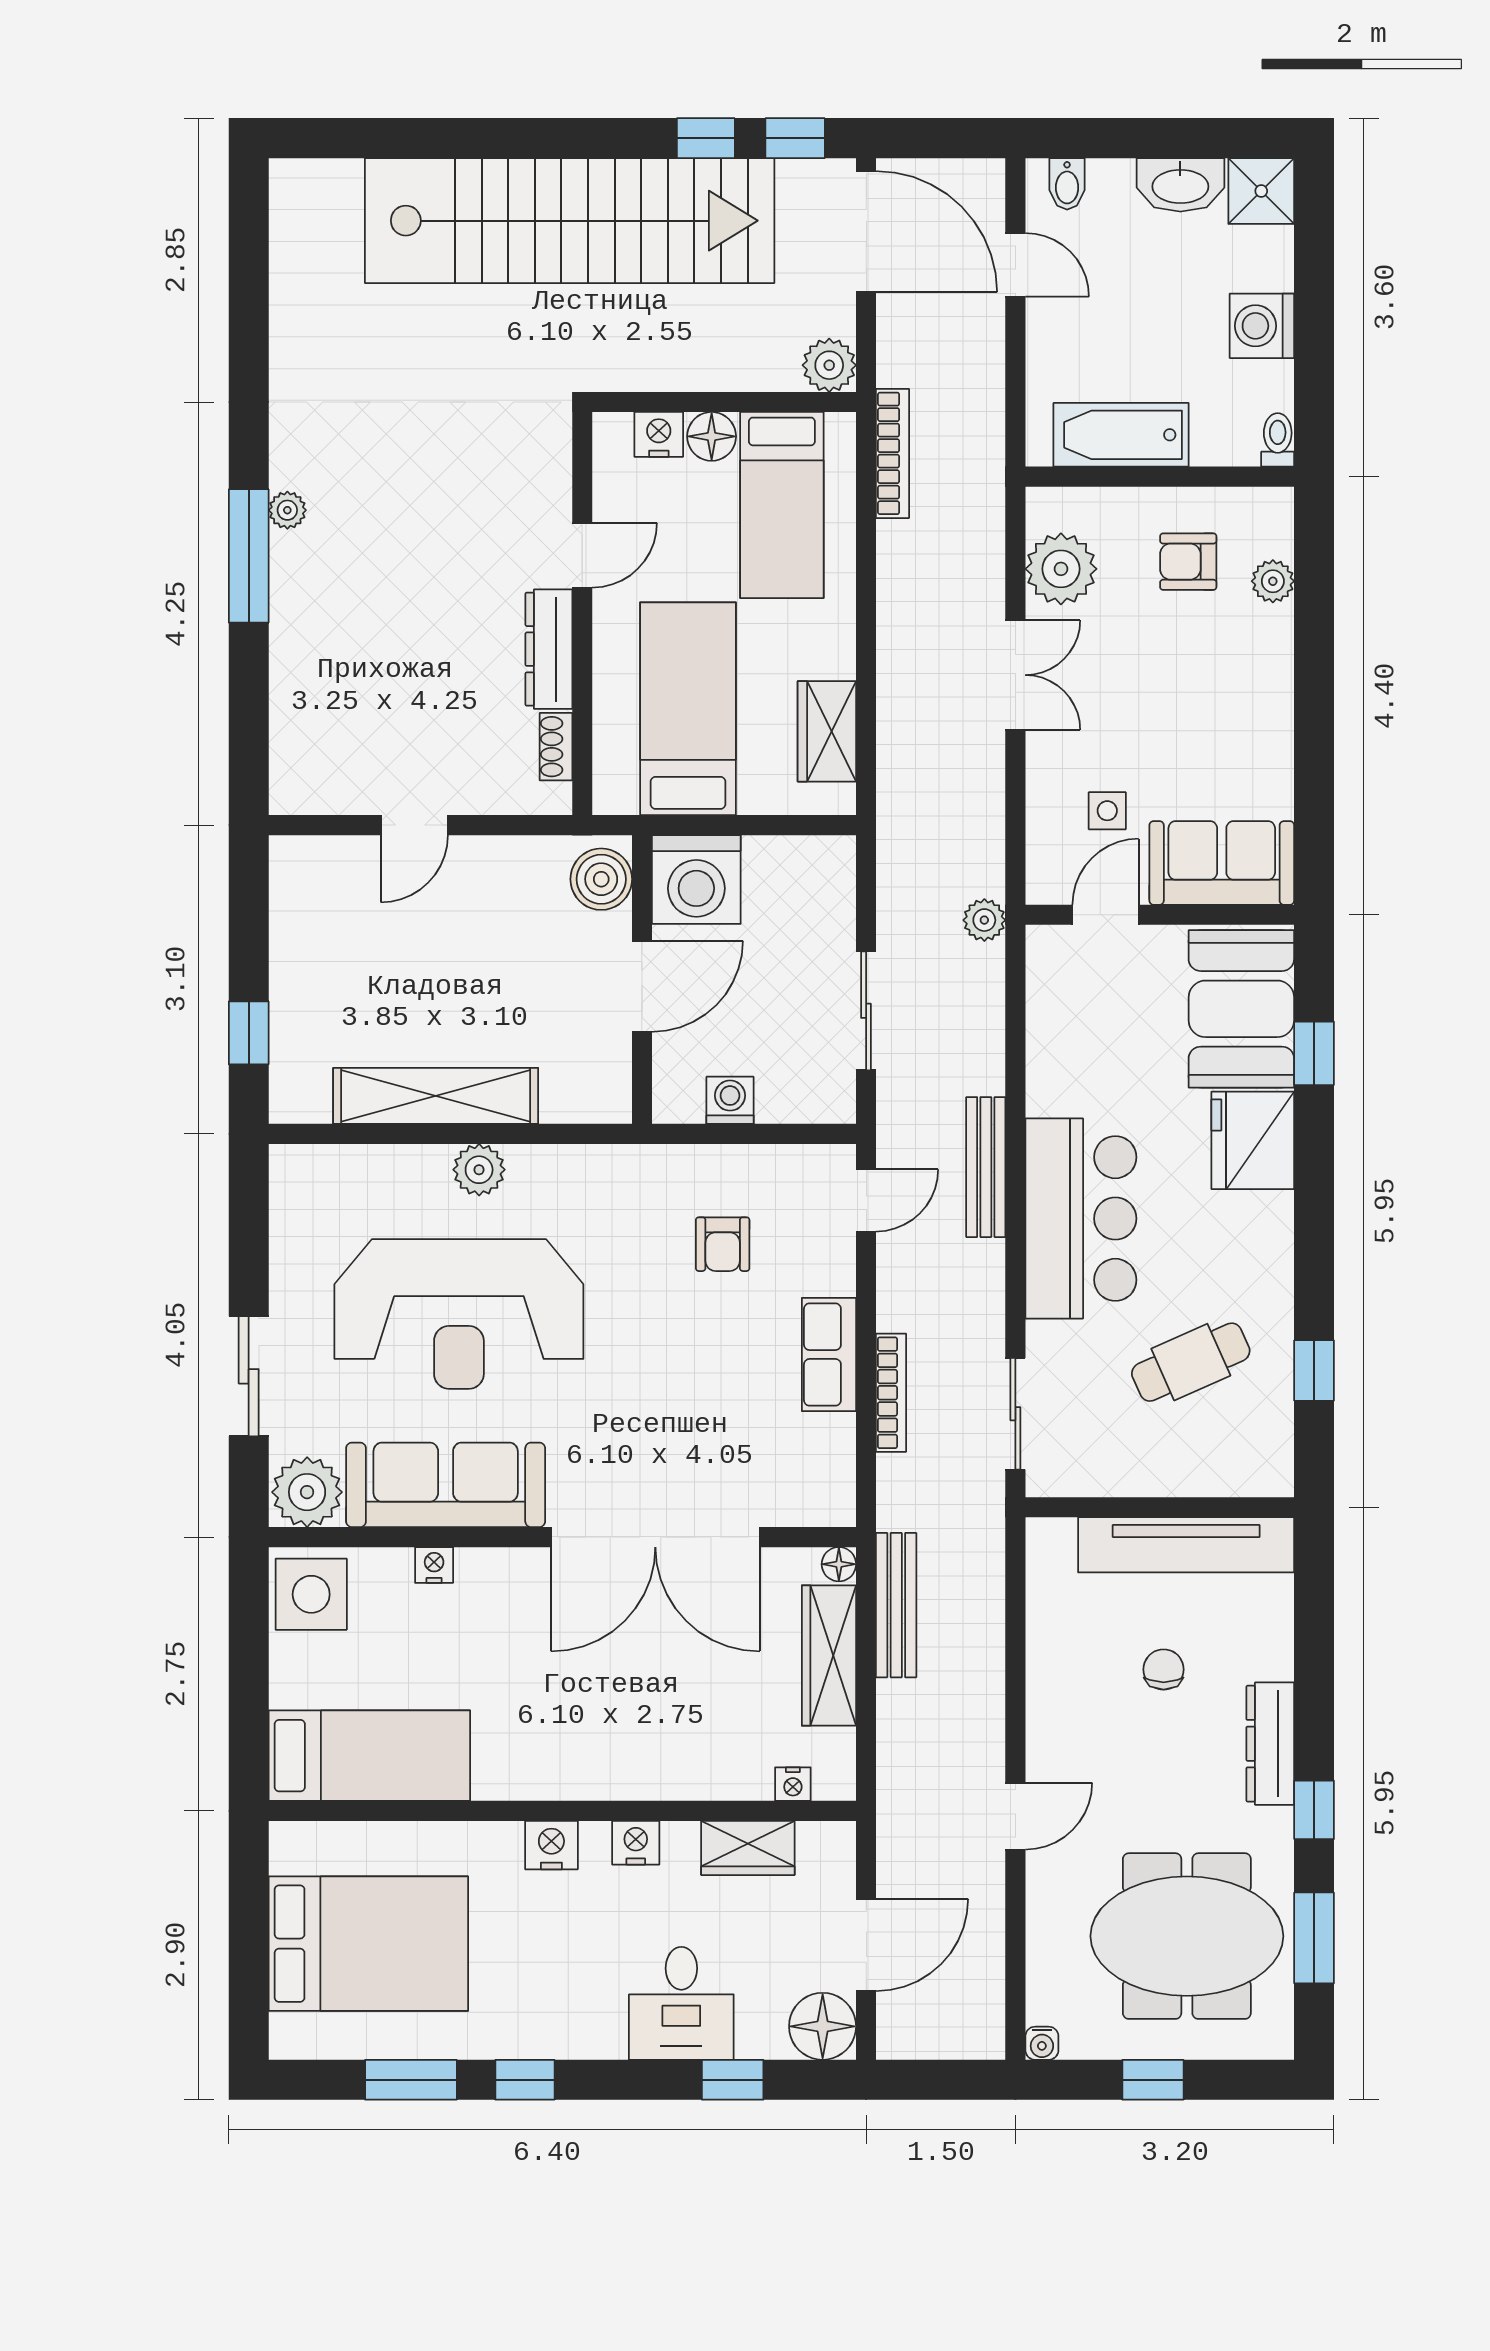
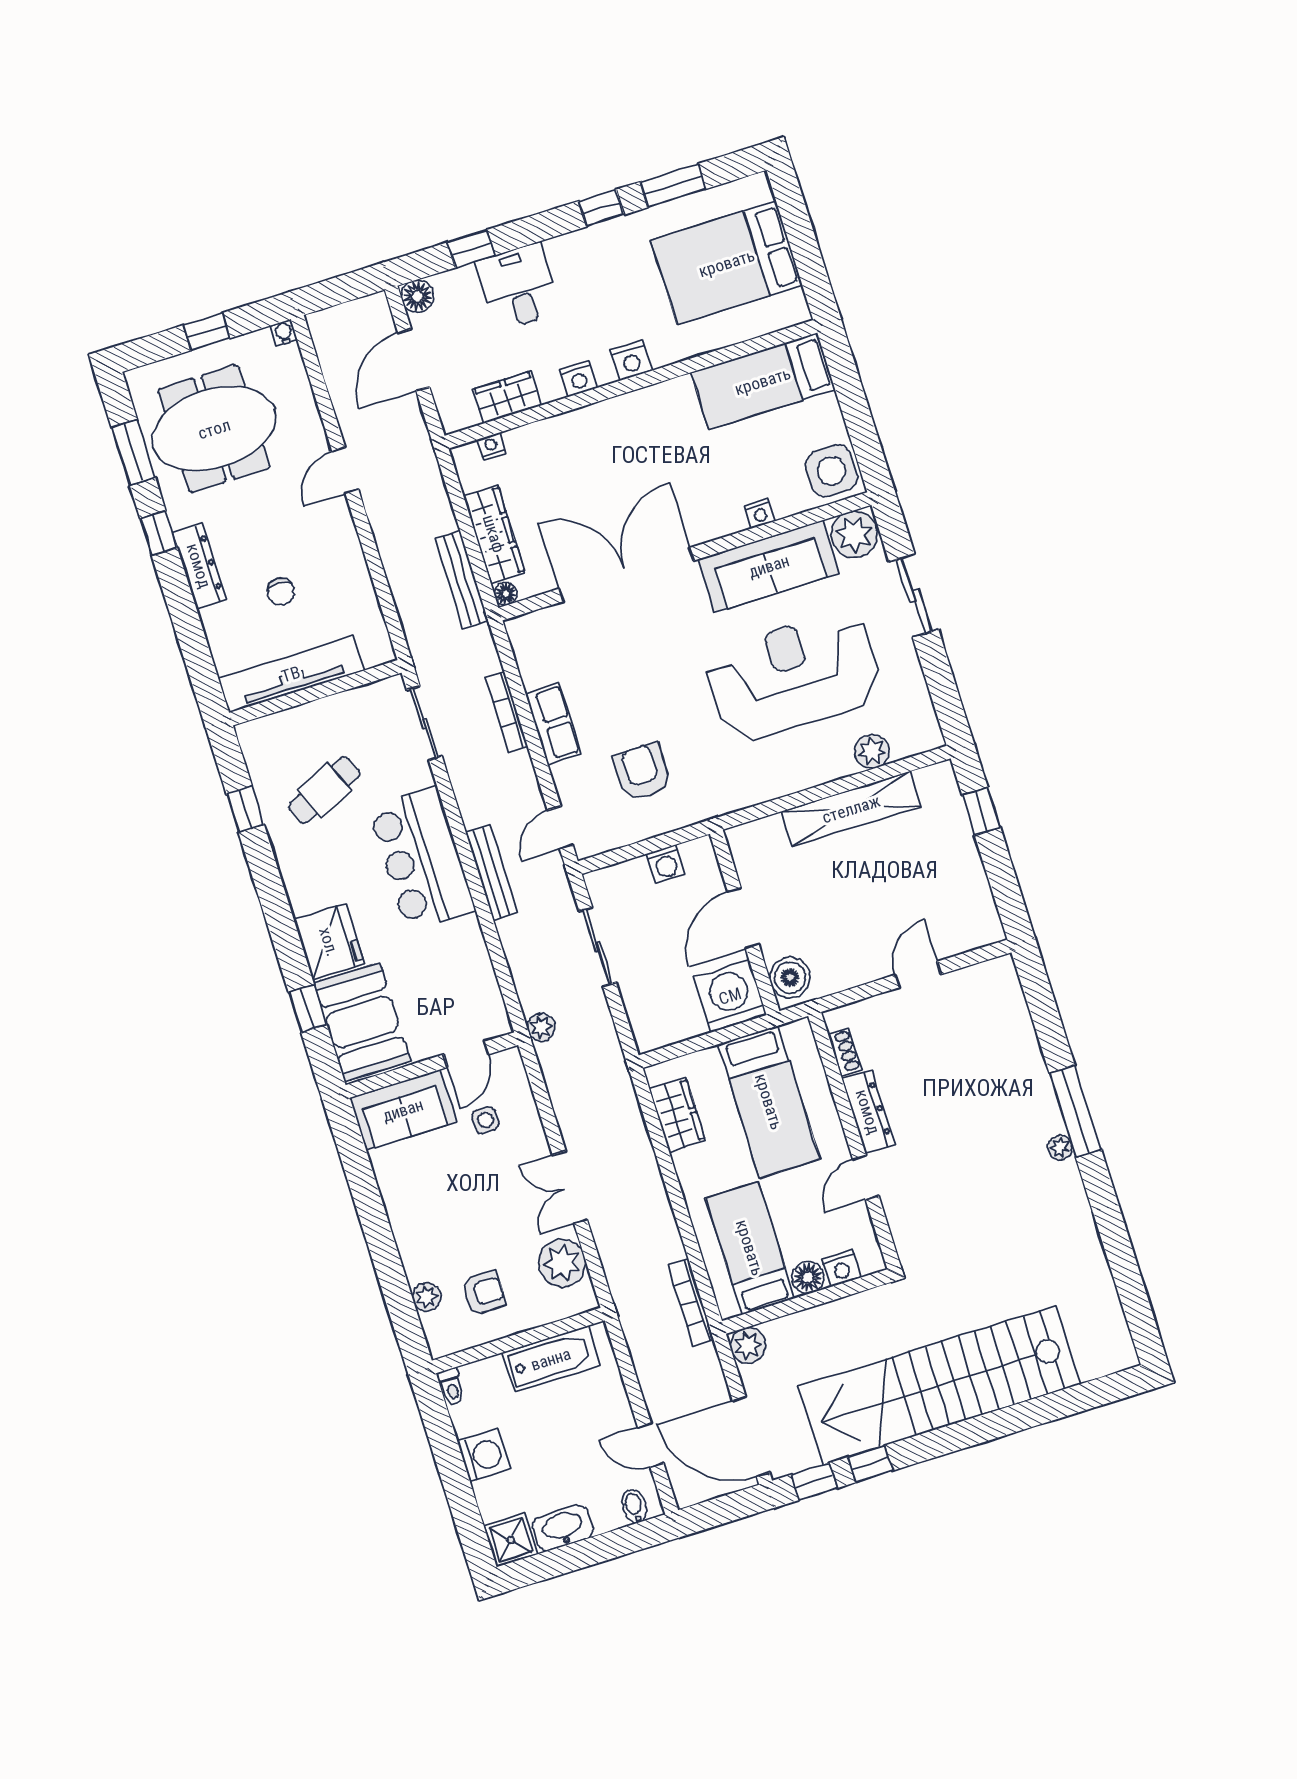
plant: (479, 1170) -> (872, 751), moved
armchair: (723, 1244) -> (642, 772), width x1.38, depth x1.38
floor lamp: (823, 2026) -> (417, 296), width x0.73, depth x0.73

